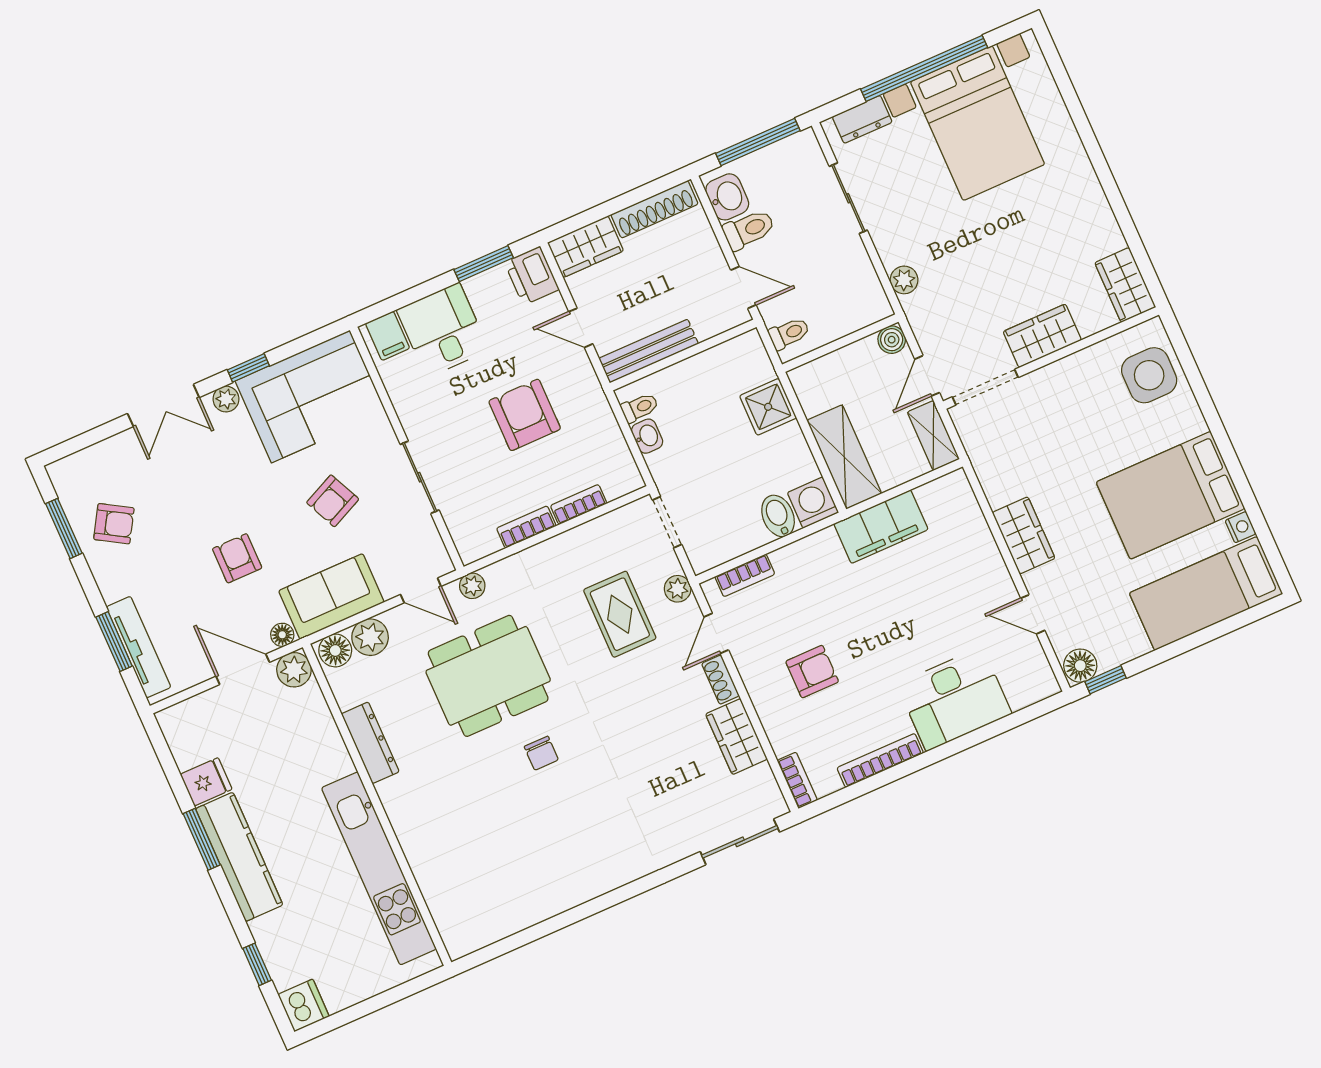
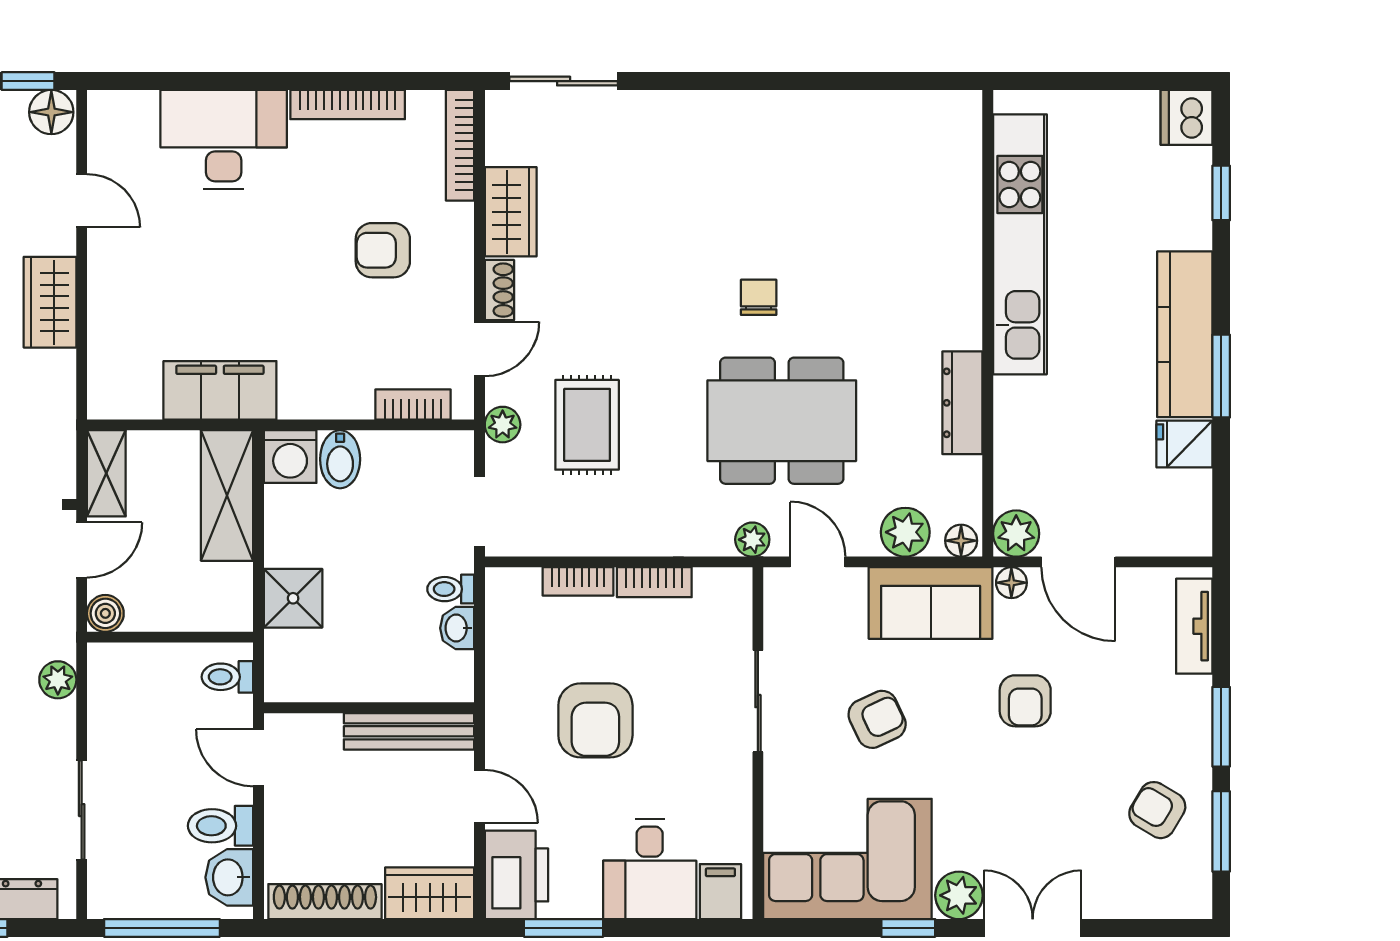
printer: (532, 276) -> (516, 875), width x1.37, depth x1.19
plant: (226, 399) -> (959, 895), width x1.38, depth x1.38
toilet: (640, 408) -> (451, 589), moved
window: (114, 642) -> (1221, 727), moved
tv unit: (139, 647) -> (1194, 626), width x0.71
floor lamp: (335, 650) -> (961, 541), width x0.73, depth x0.73
bookcase: (797, 780) -> (460, 145), width x1.56

